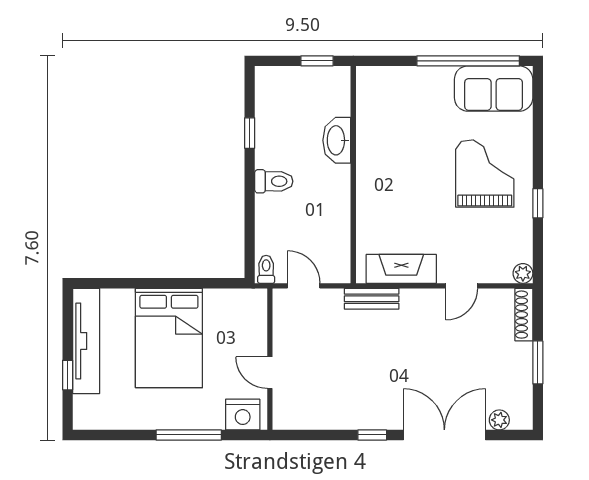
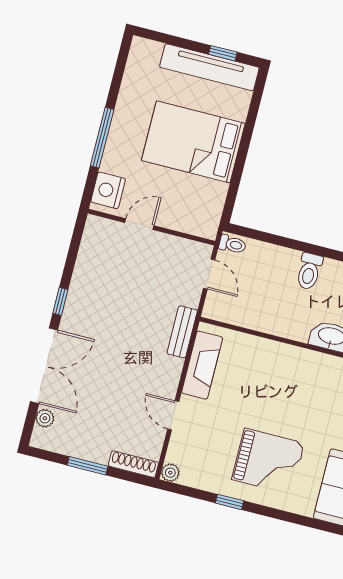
door: (304, 286) -> (209, 274), hinge flipped
window: (68, 375) -> (223, 53), moved

